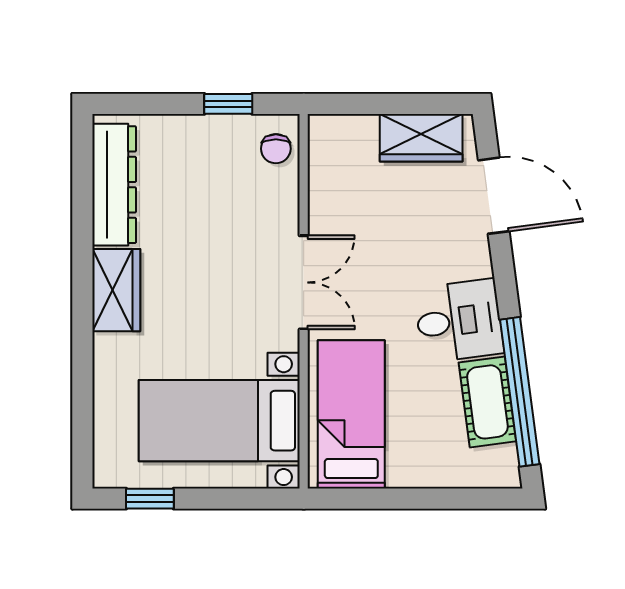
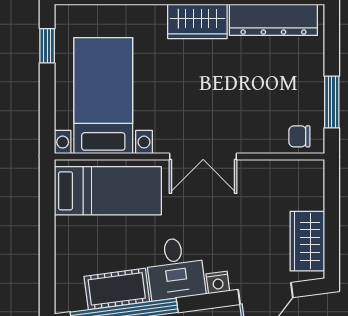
window: (228, 104) -> (332, 102), width x1.50
nightstand: (478, 262) -> (218, 282), added

